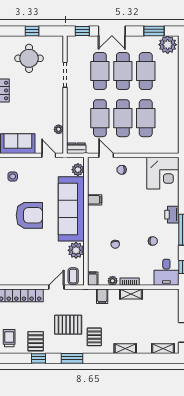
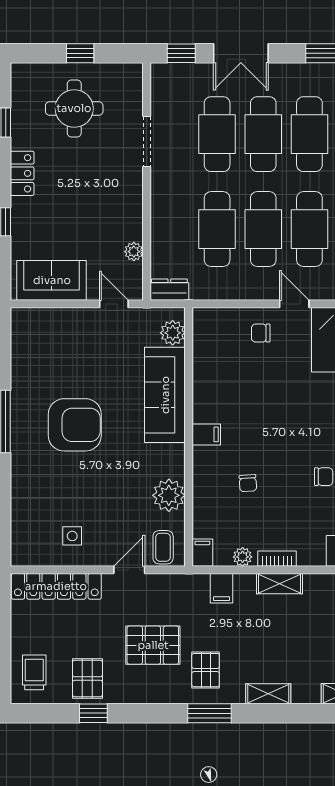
door: (106, 155) -> (294, 304), moved
side table: (13, 176) -> (72, 536), moved
filing cabinet: (95, 200) -> (206, 434), moved
sofa: (71, 209) -> (165, 395), width x0.74, depth x0.79
window: (72, 358) -> (210, 713), moved

